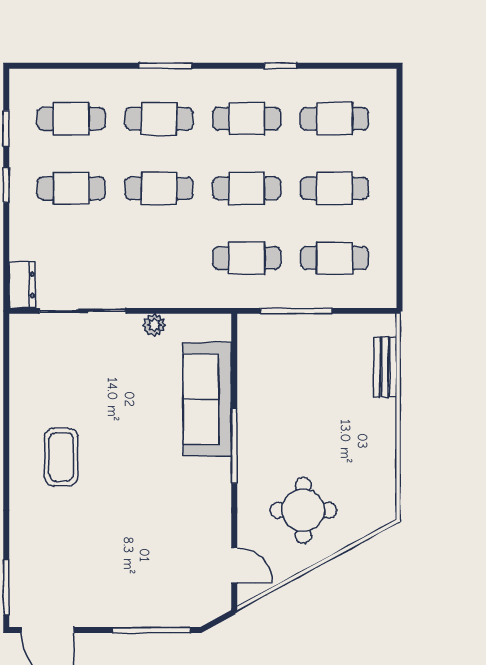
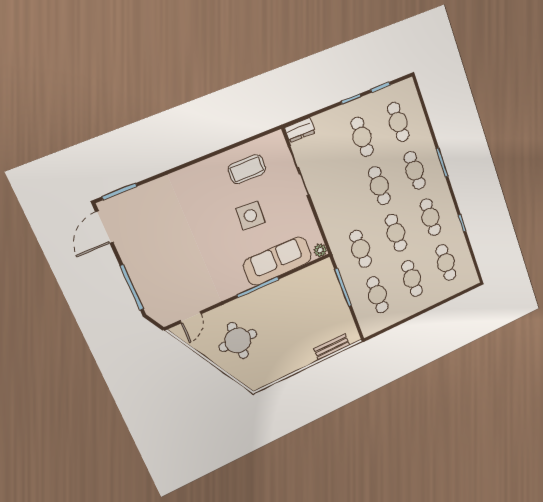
plant: (154, 325) -> (320, 250), moved
side table: (120, 413) -> (251, 216), added
coffee table: (61, 457) -> (247, 169), moved

